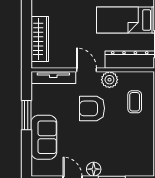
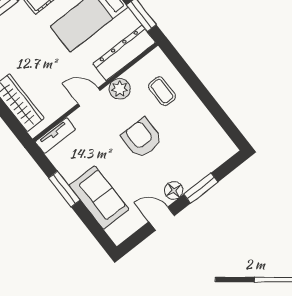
tv unit: (53, 77) -> (55, 135), width x0.71
armchair: (92, 108) -> (142, 138), moved, turned 90

